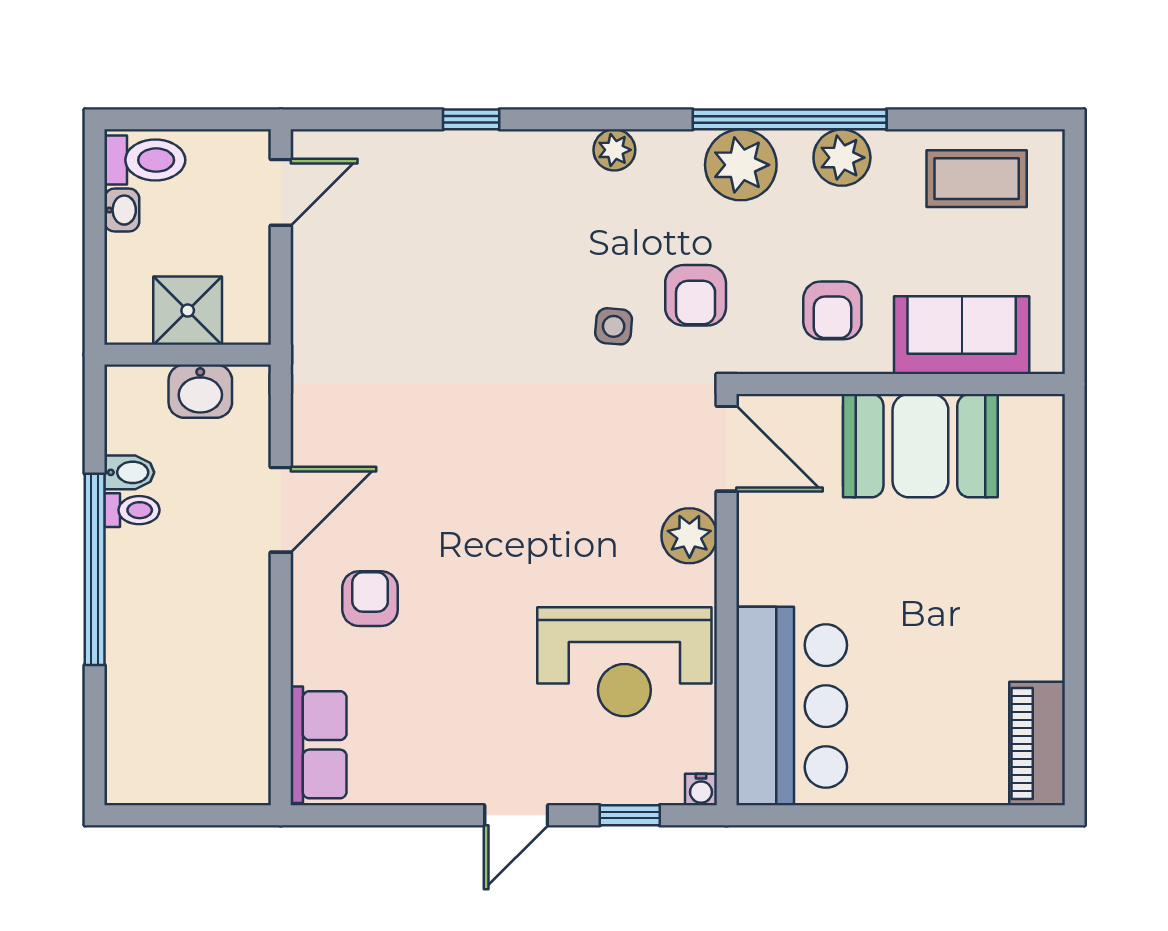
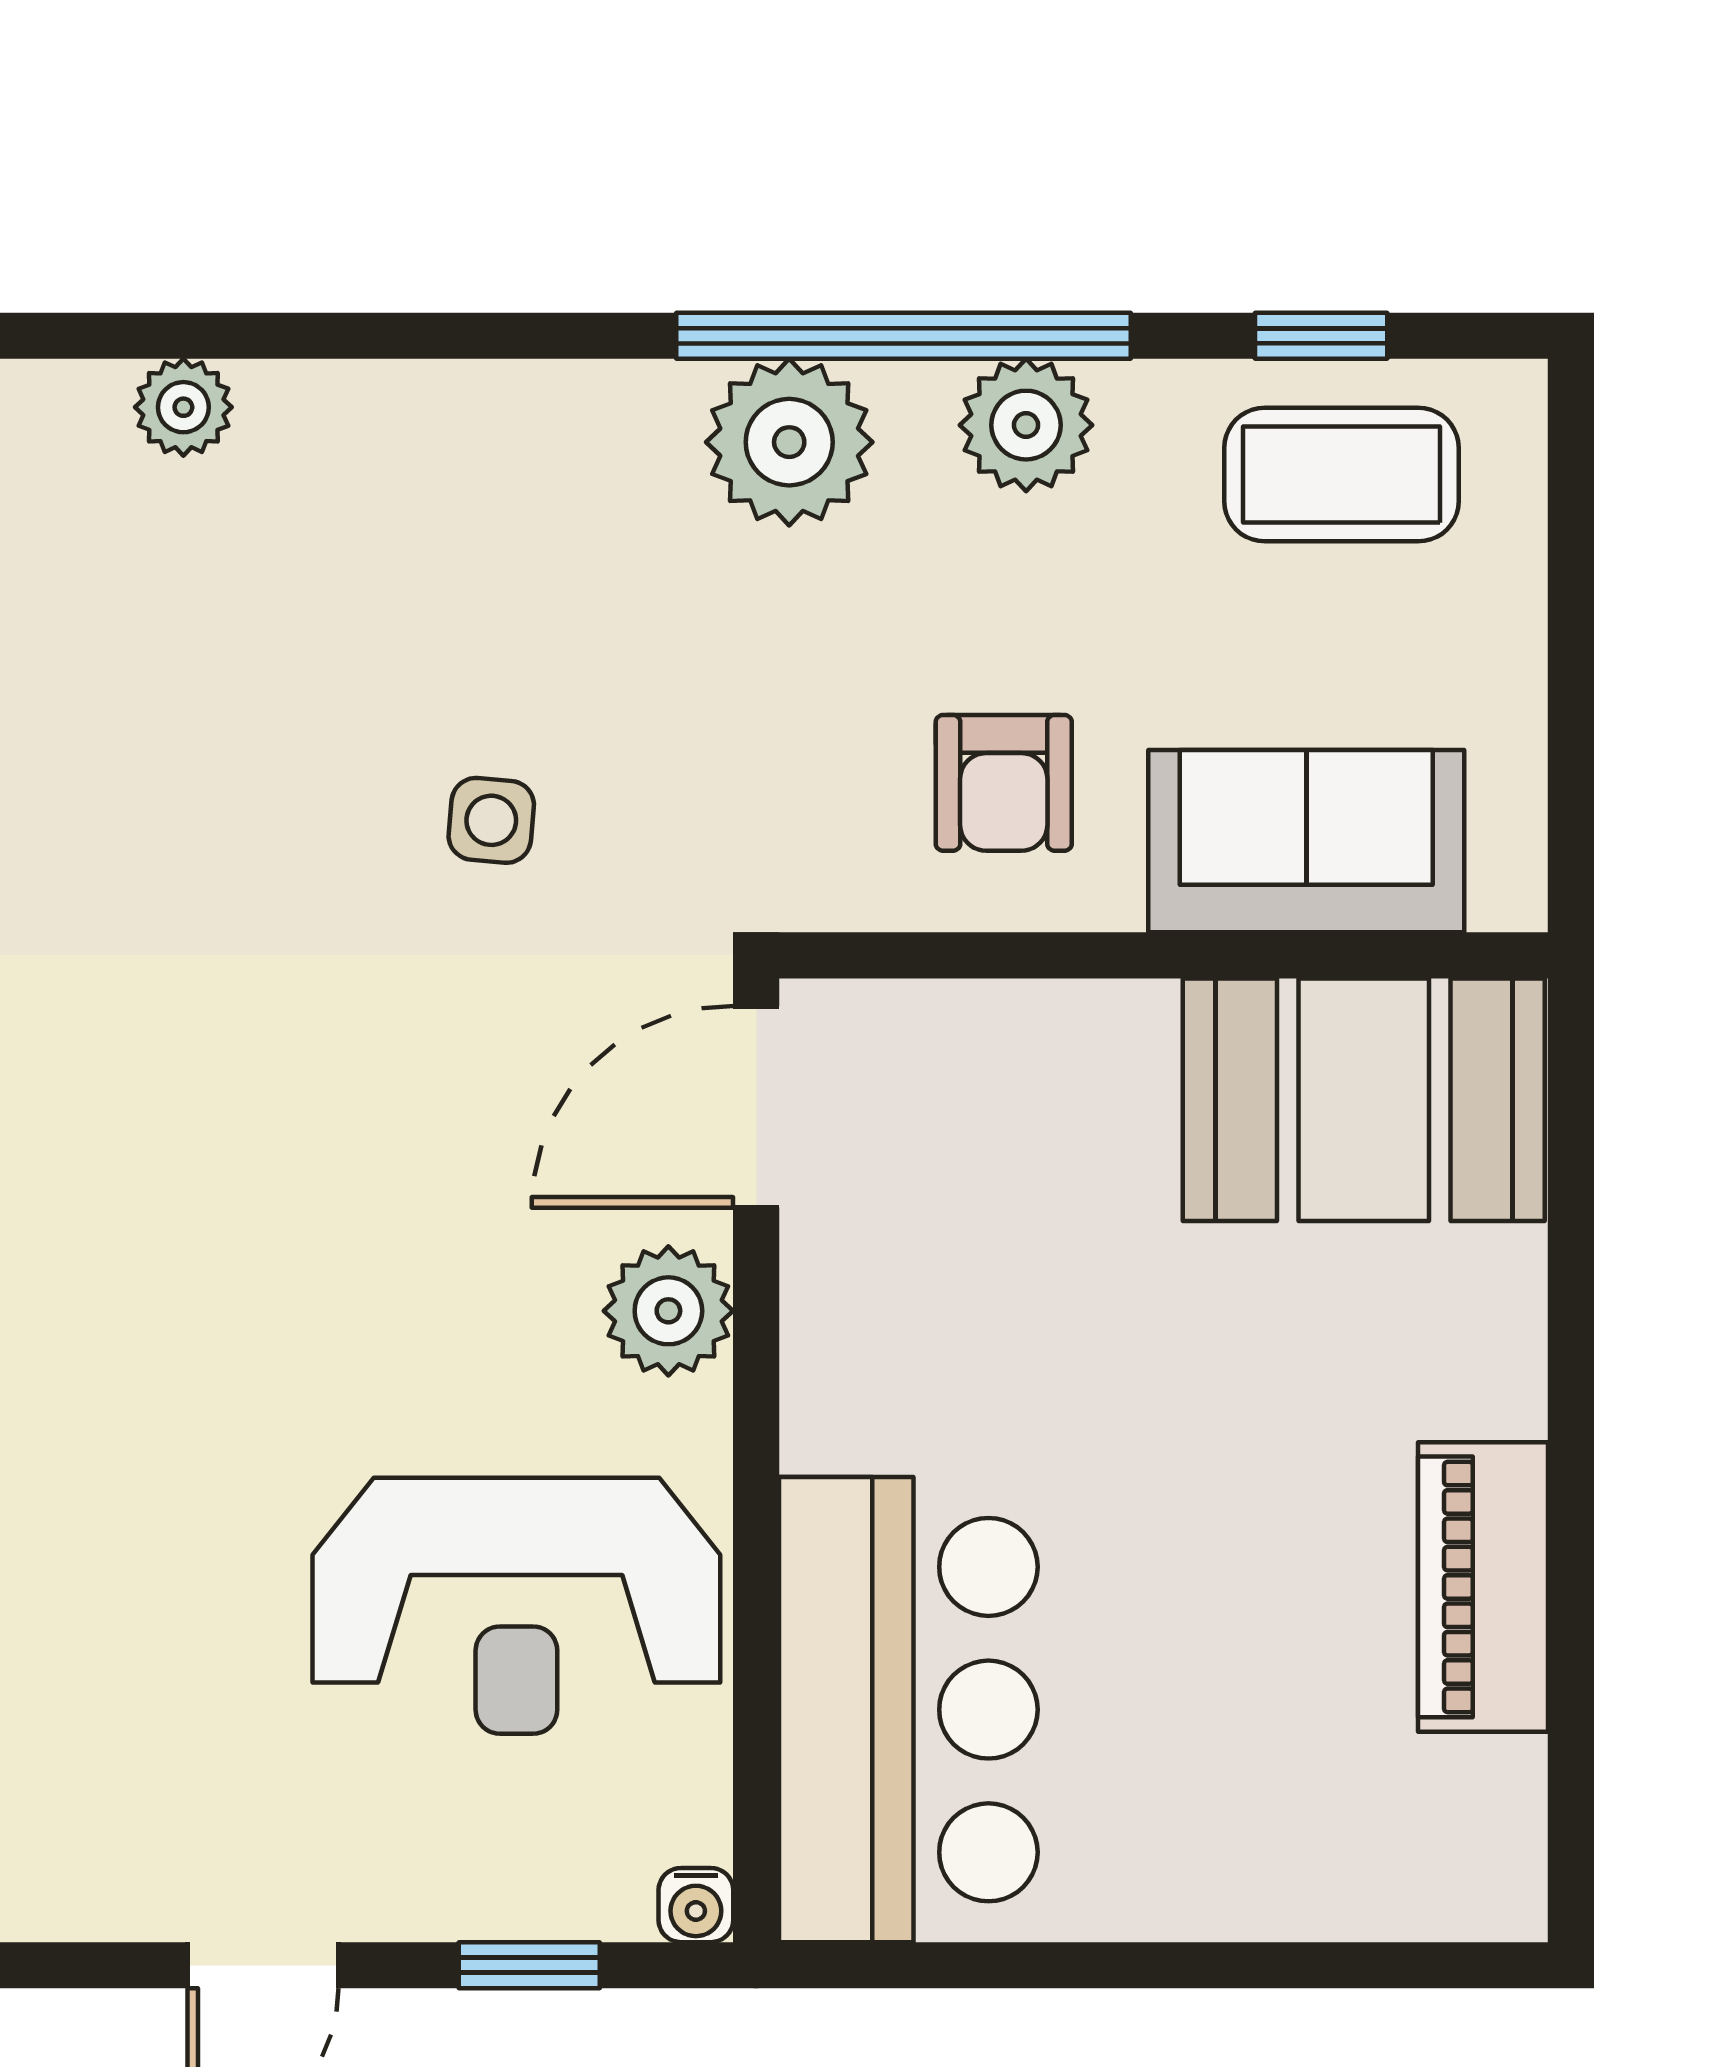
window: (471, 119) -> (1321, 336), moved
plant: (614, 150) -> (183, 407), moved
armchair: (696, 295) -> (683, 748), removed
booth: (920, 446) -> (1364, 1100), moved
door: (727, 449) -> (756, 1107), swing flipped
piano: (1037, 744) -> (1483, 1587), moved

